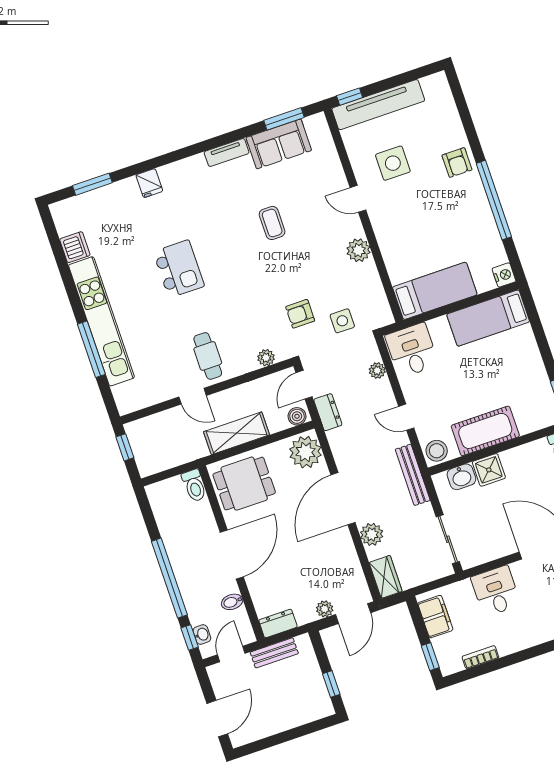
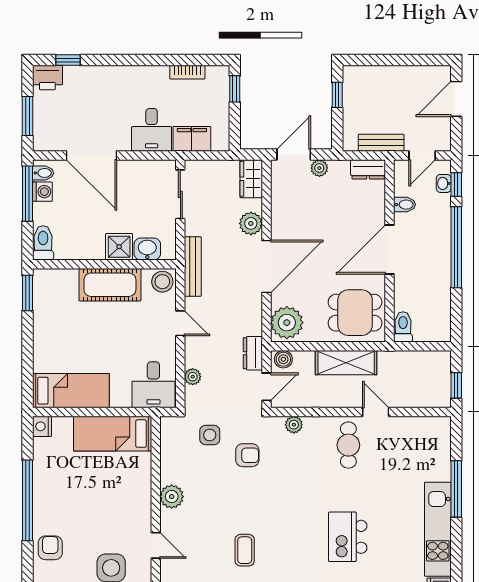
kitchen unit: (101, 321) -> (438, 529), width x0.73
filing cabinet: (435, 617) -> (192, 139), moved, turned 90

